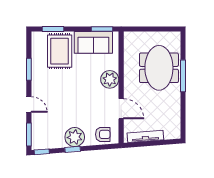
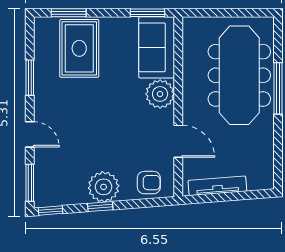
sofa: (93, 42) -> (157, 47), moved, turned 90
meeting table: (159, 68) -> (239, 75), width x1.36

